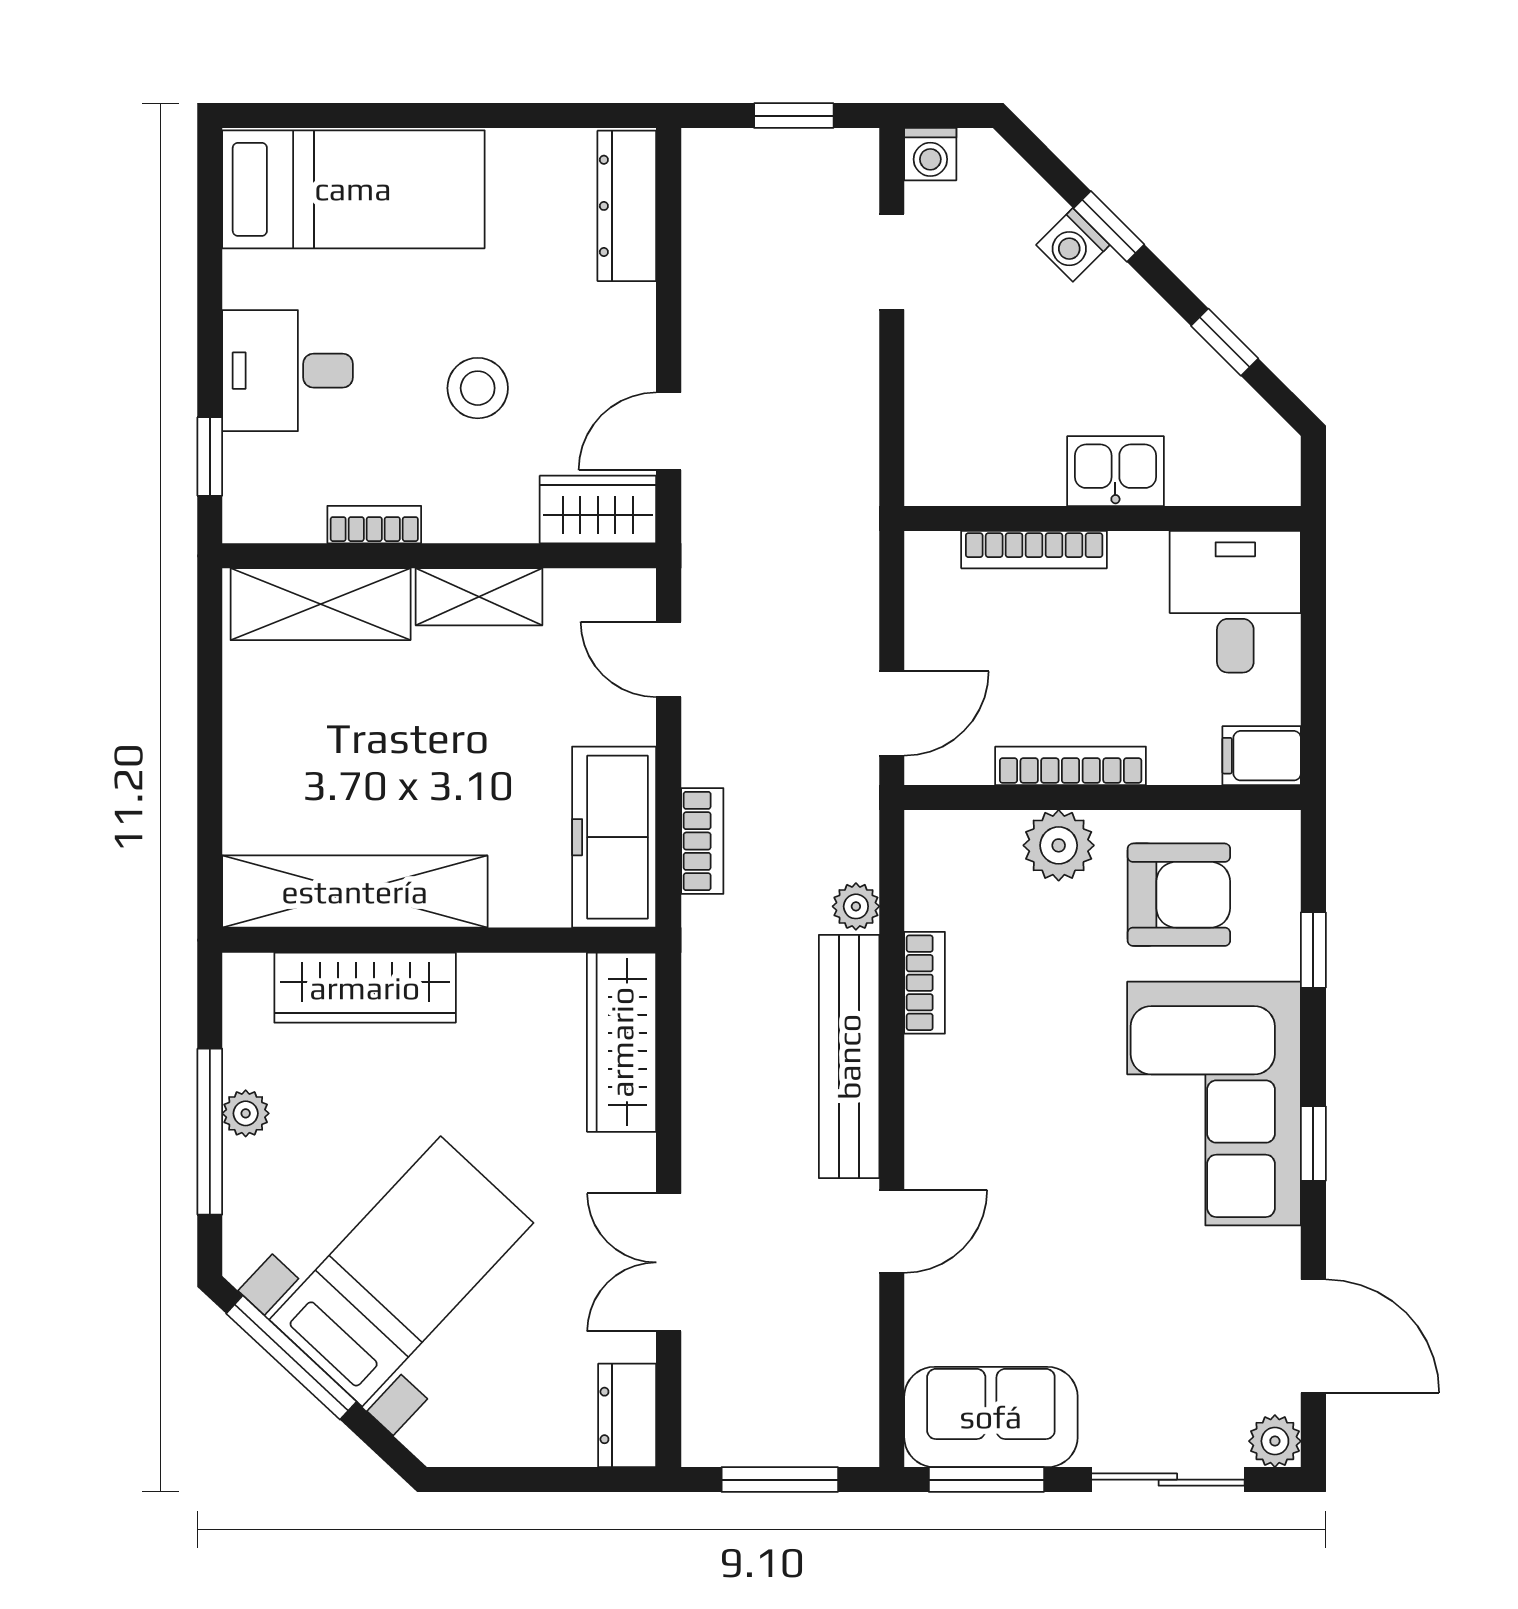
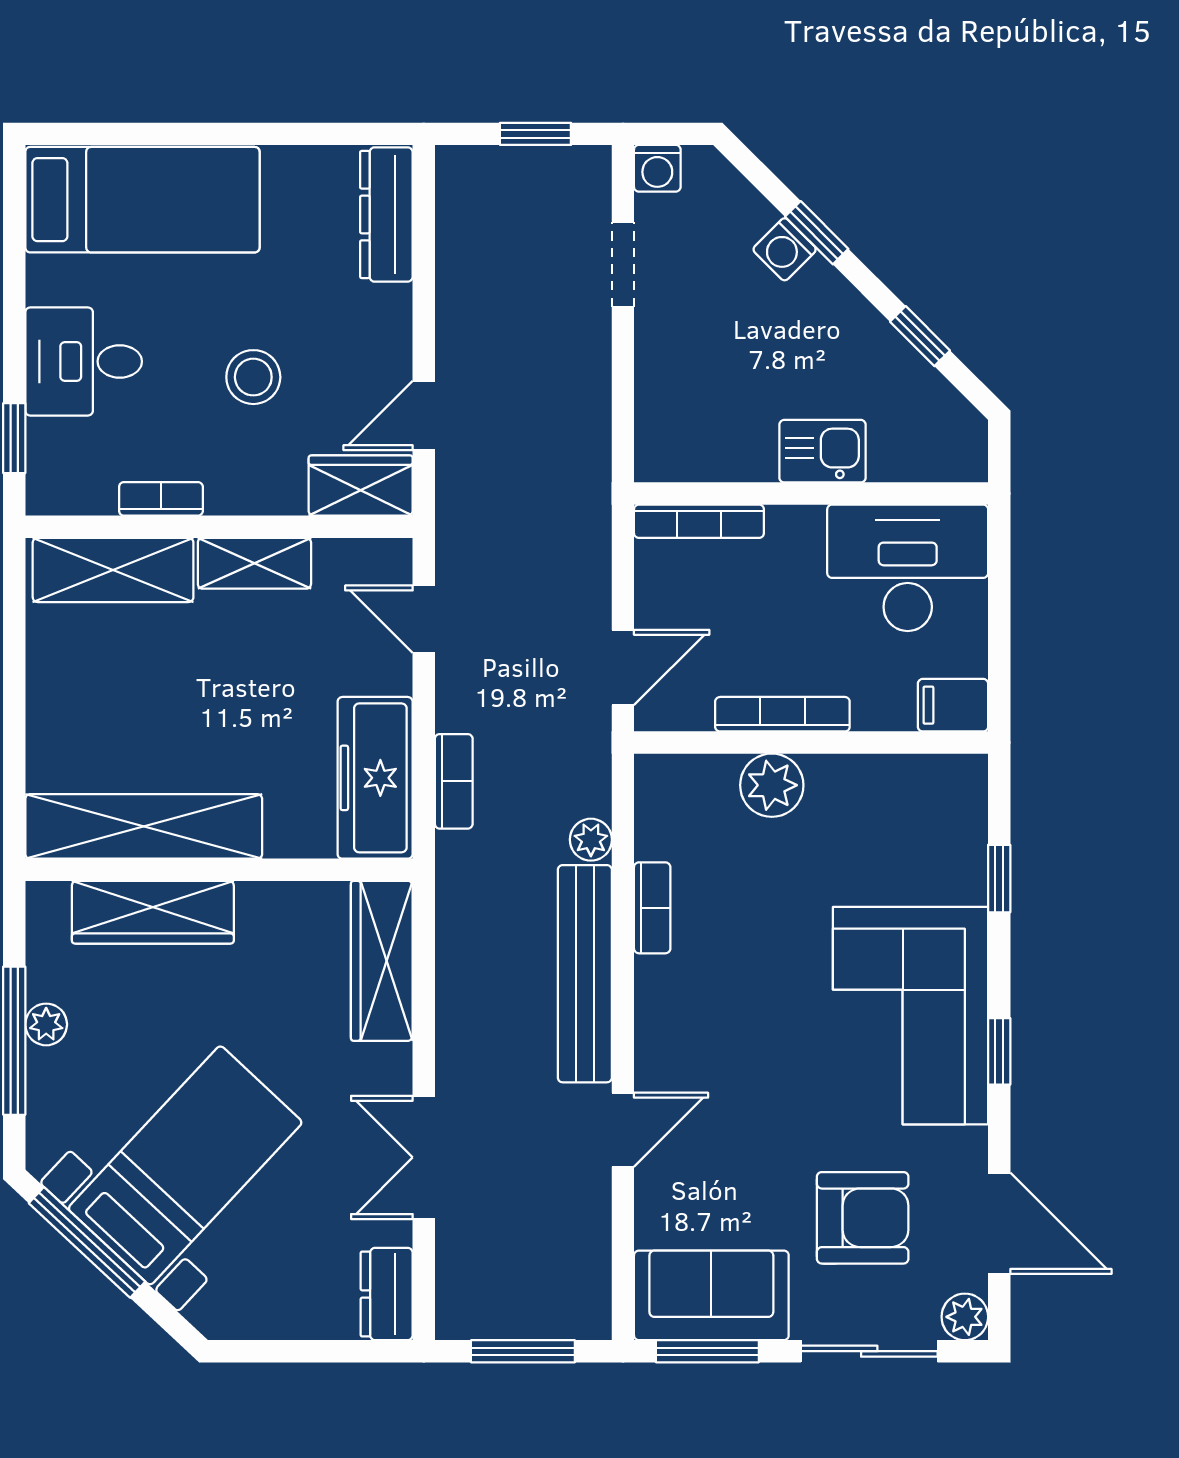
bookcase: (1034, 550) -> (699, 521), moved
desk: (1235, 602) -> (908, 568), width x1.37
armchair: (1179, 895) -> (863, 1218), moved

